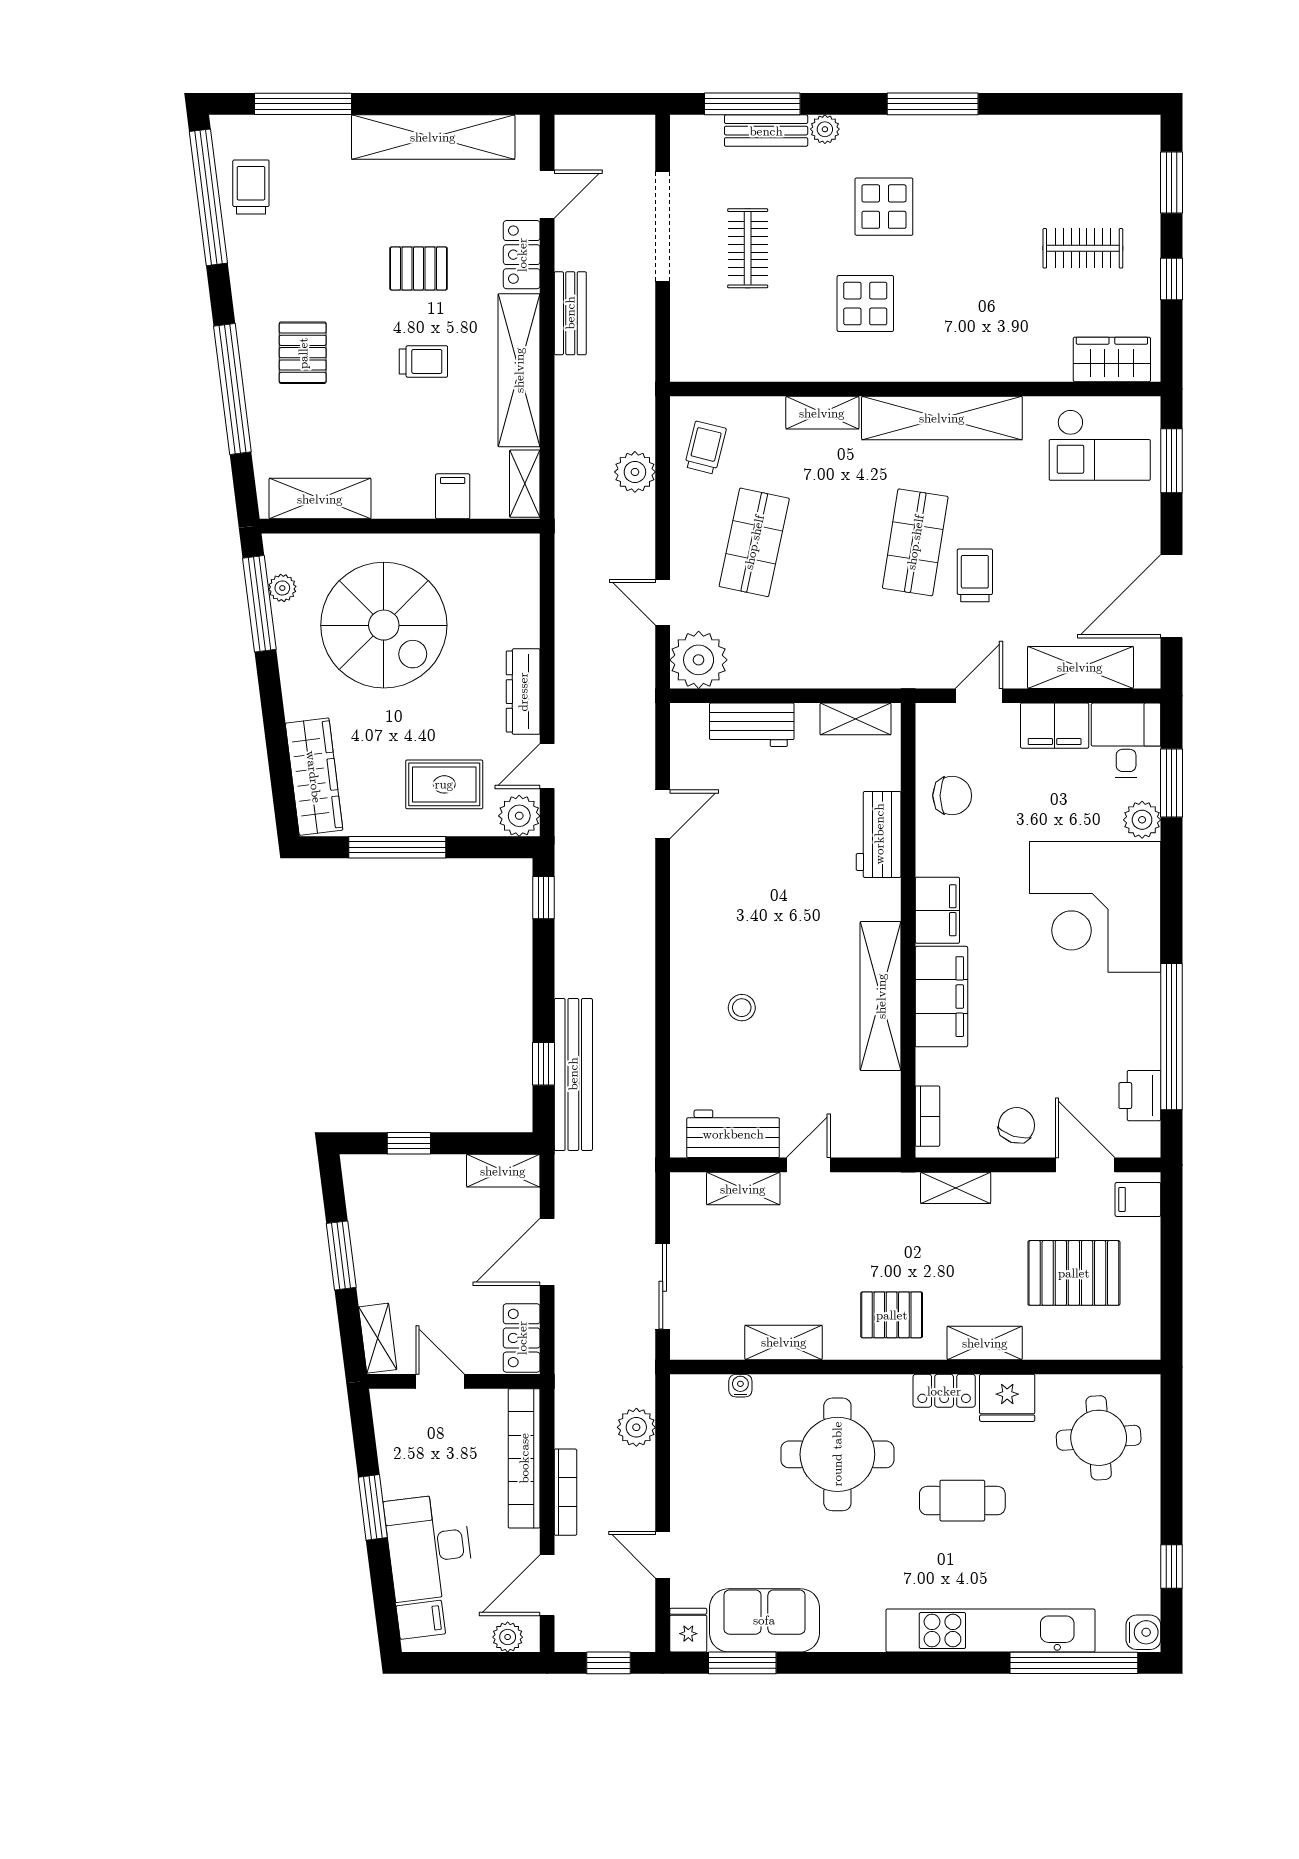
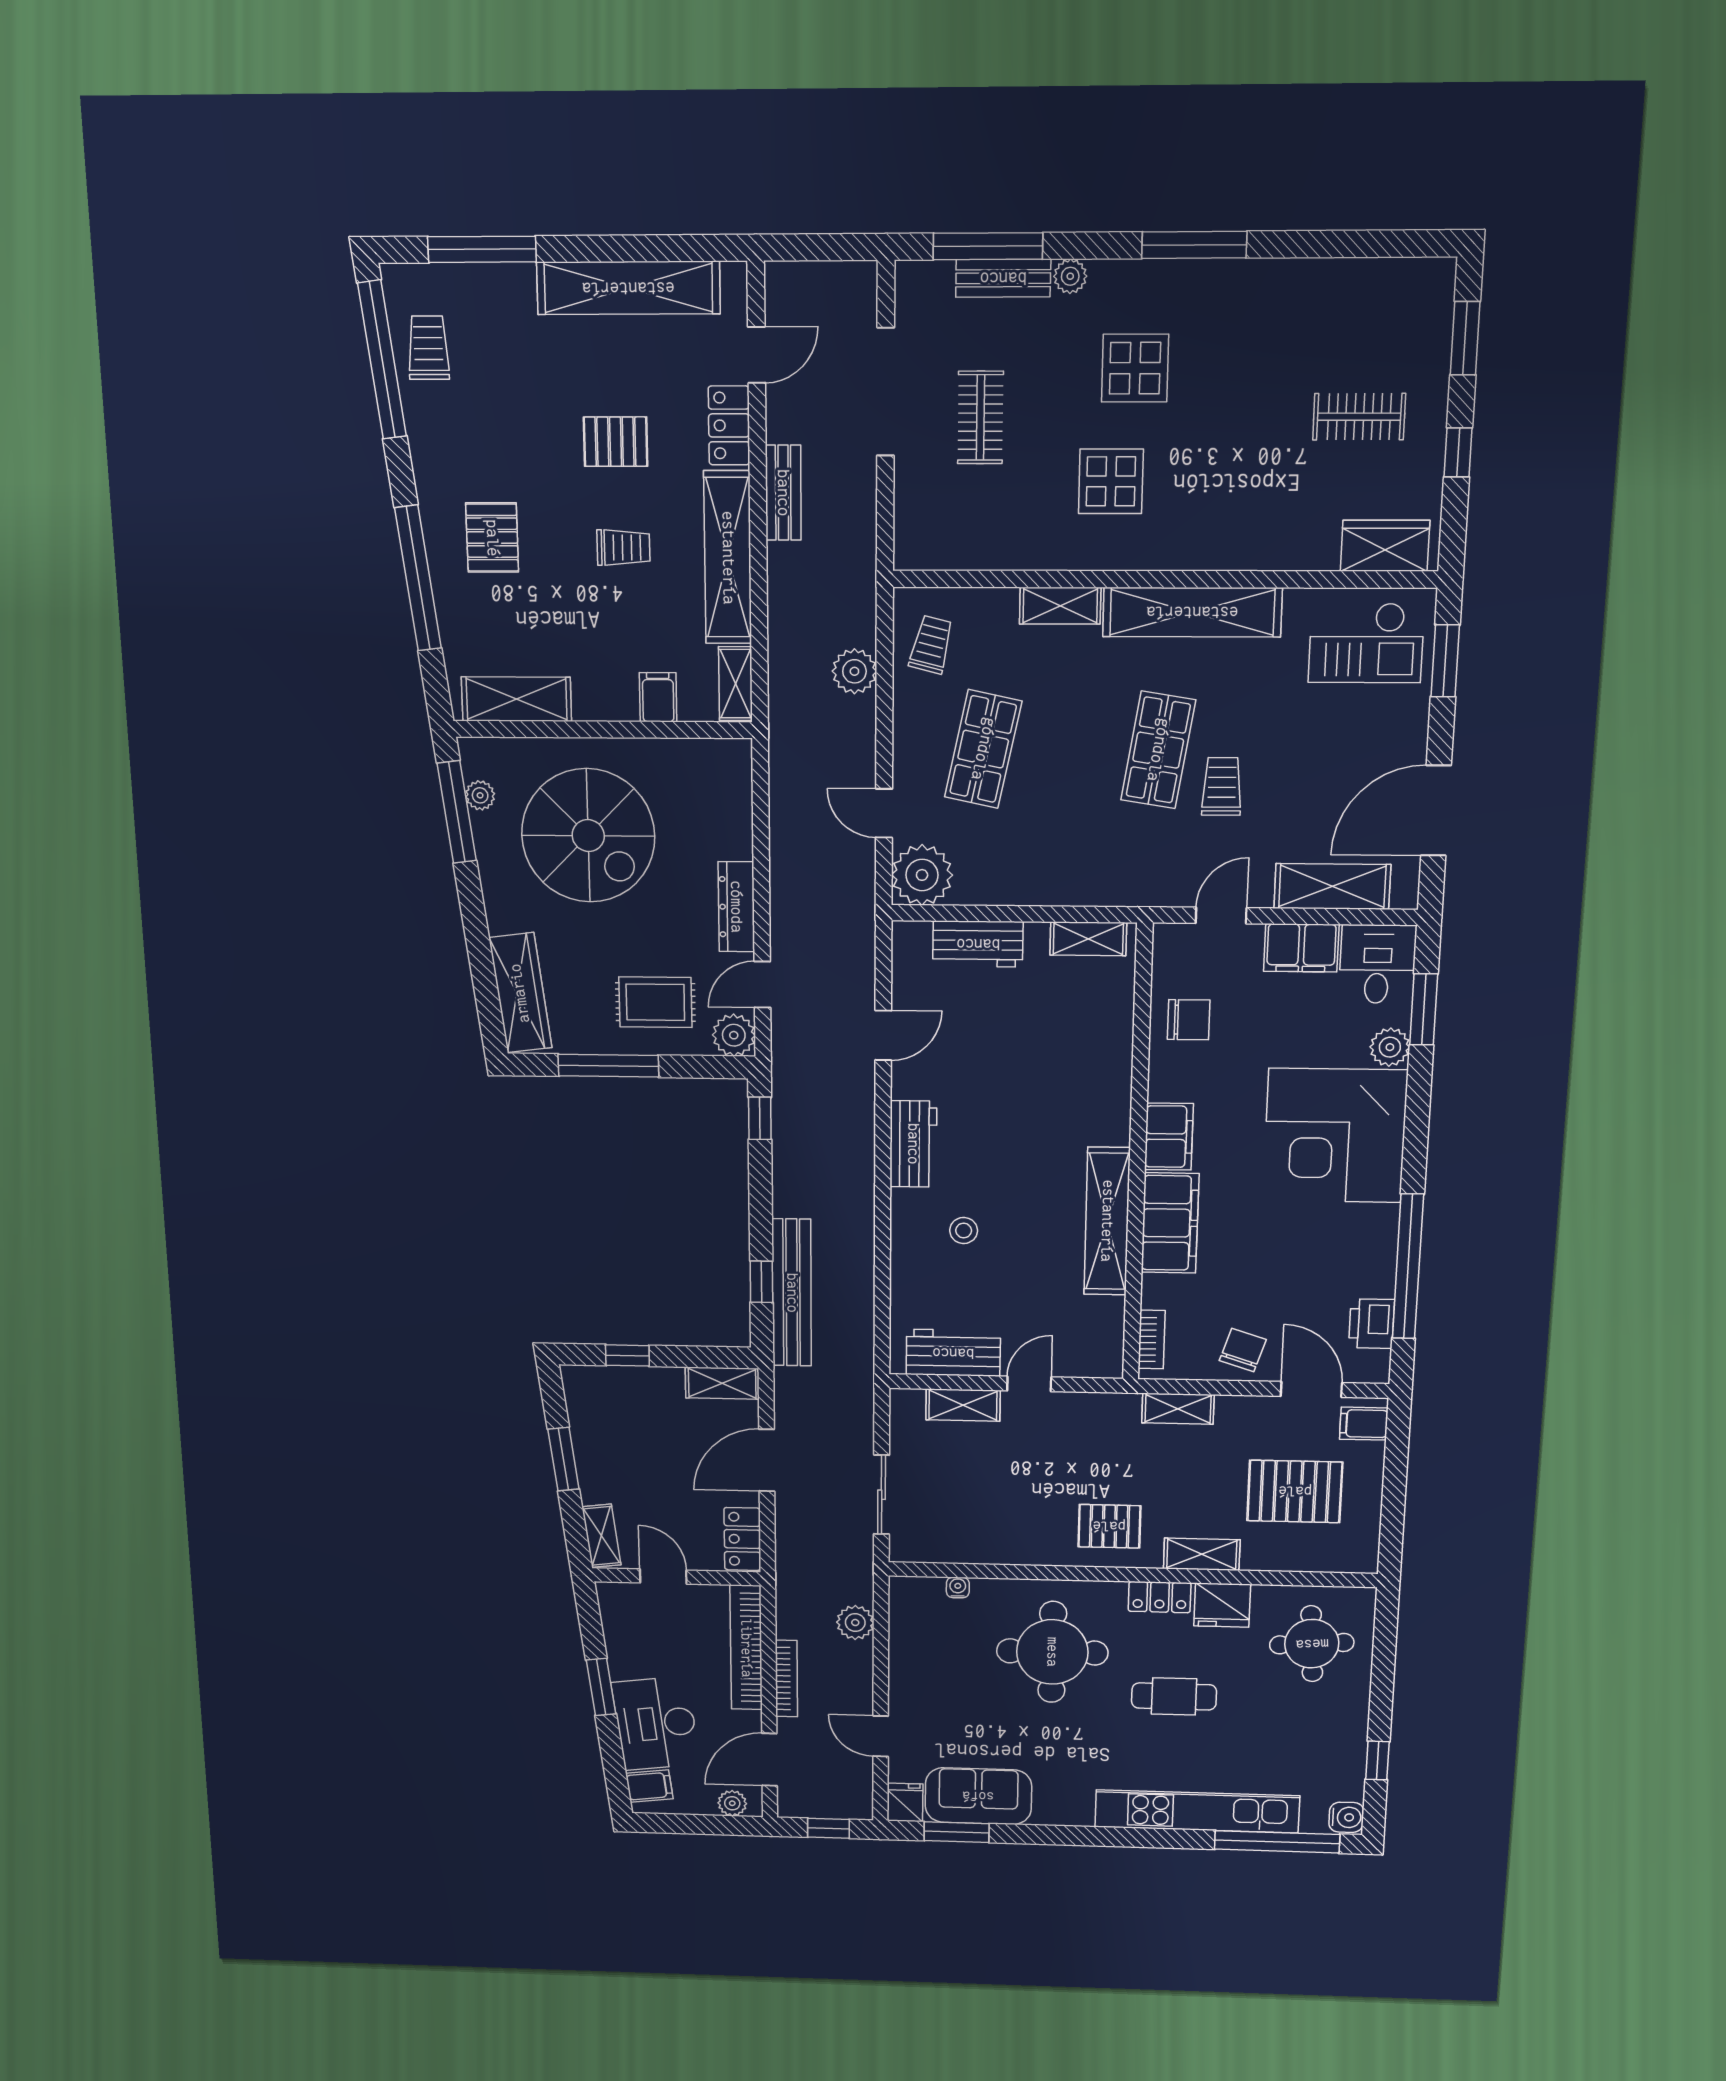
workbench: (879, 834) -> (913, 1144), moved, turned 180
shelving: (784, 1342) -> (1001, 1549), removed

